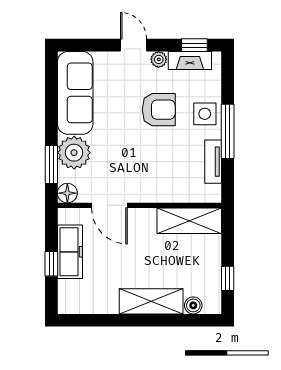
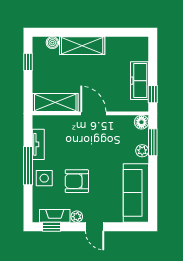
plant: (74, 153) -> (142, 151), width x0.53, depth x0.53
door: (109, 205) -> (93, 113), moved
window: (51, 264) -> (153, 94), moved

